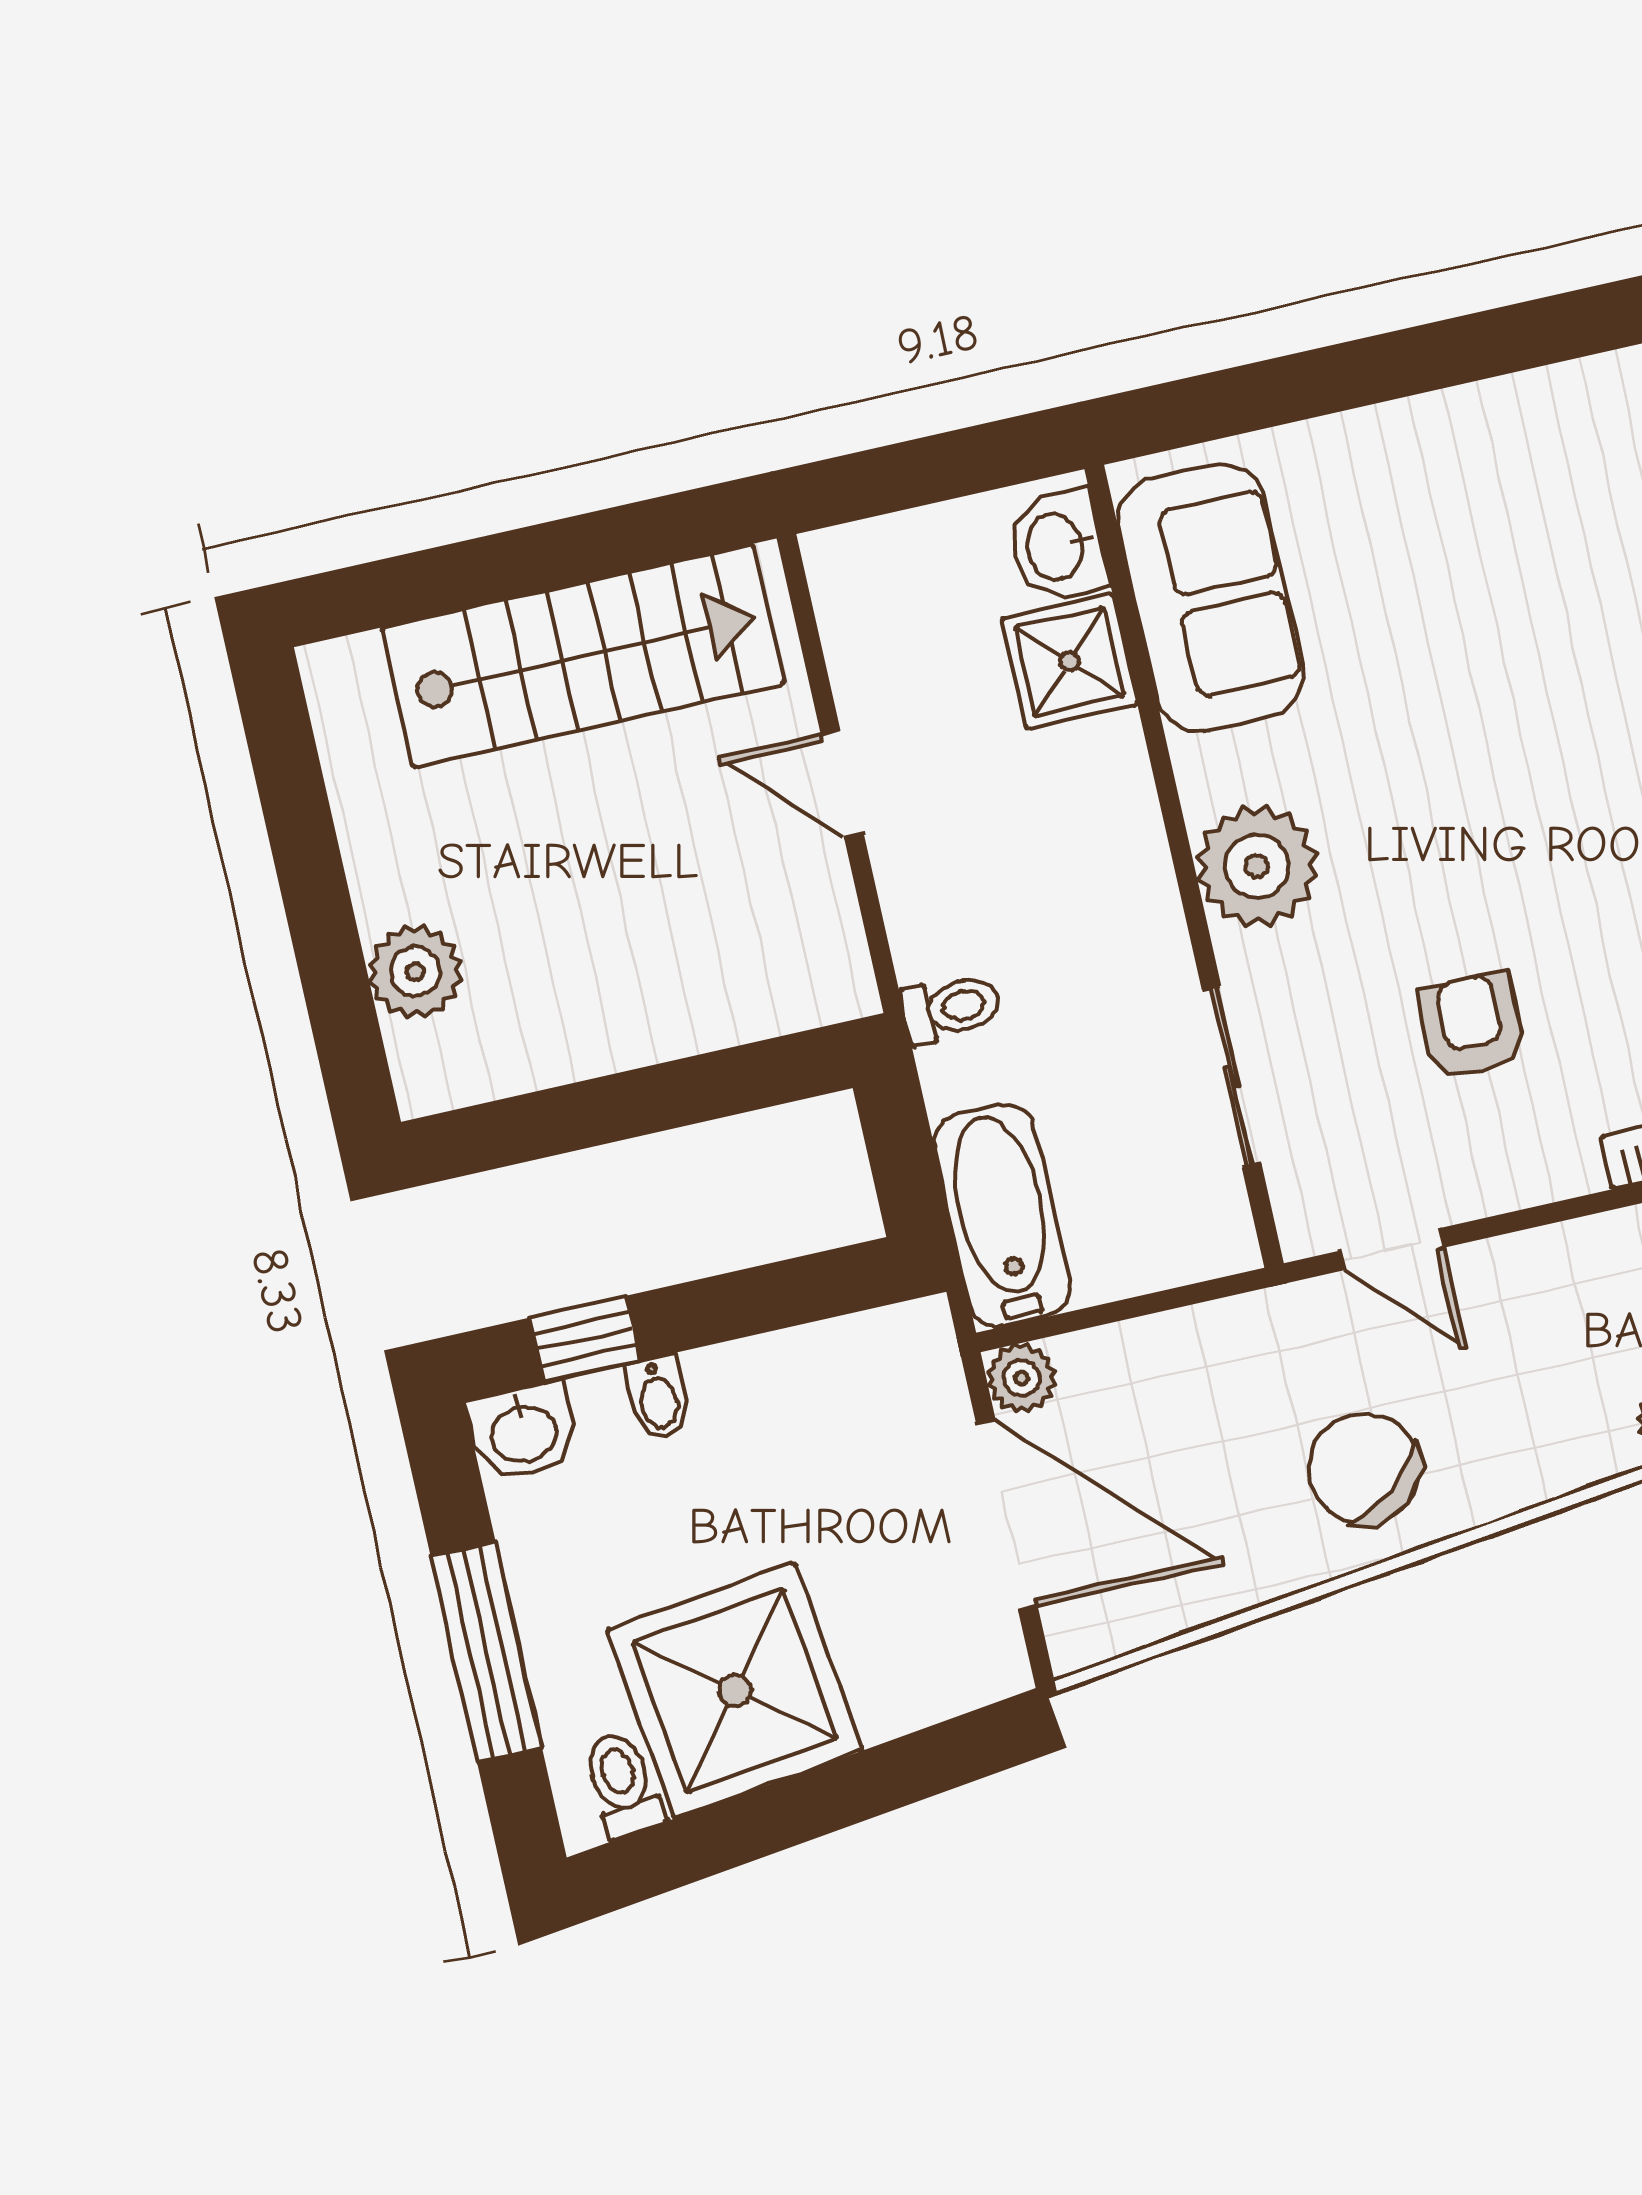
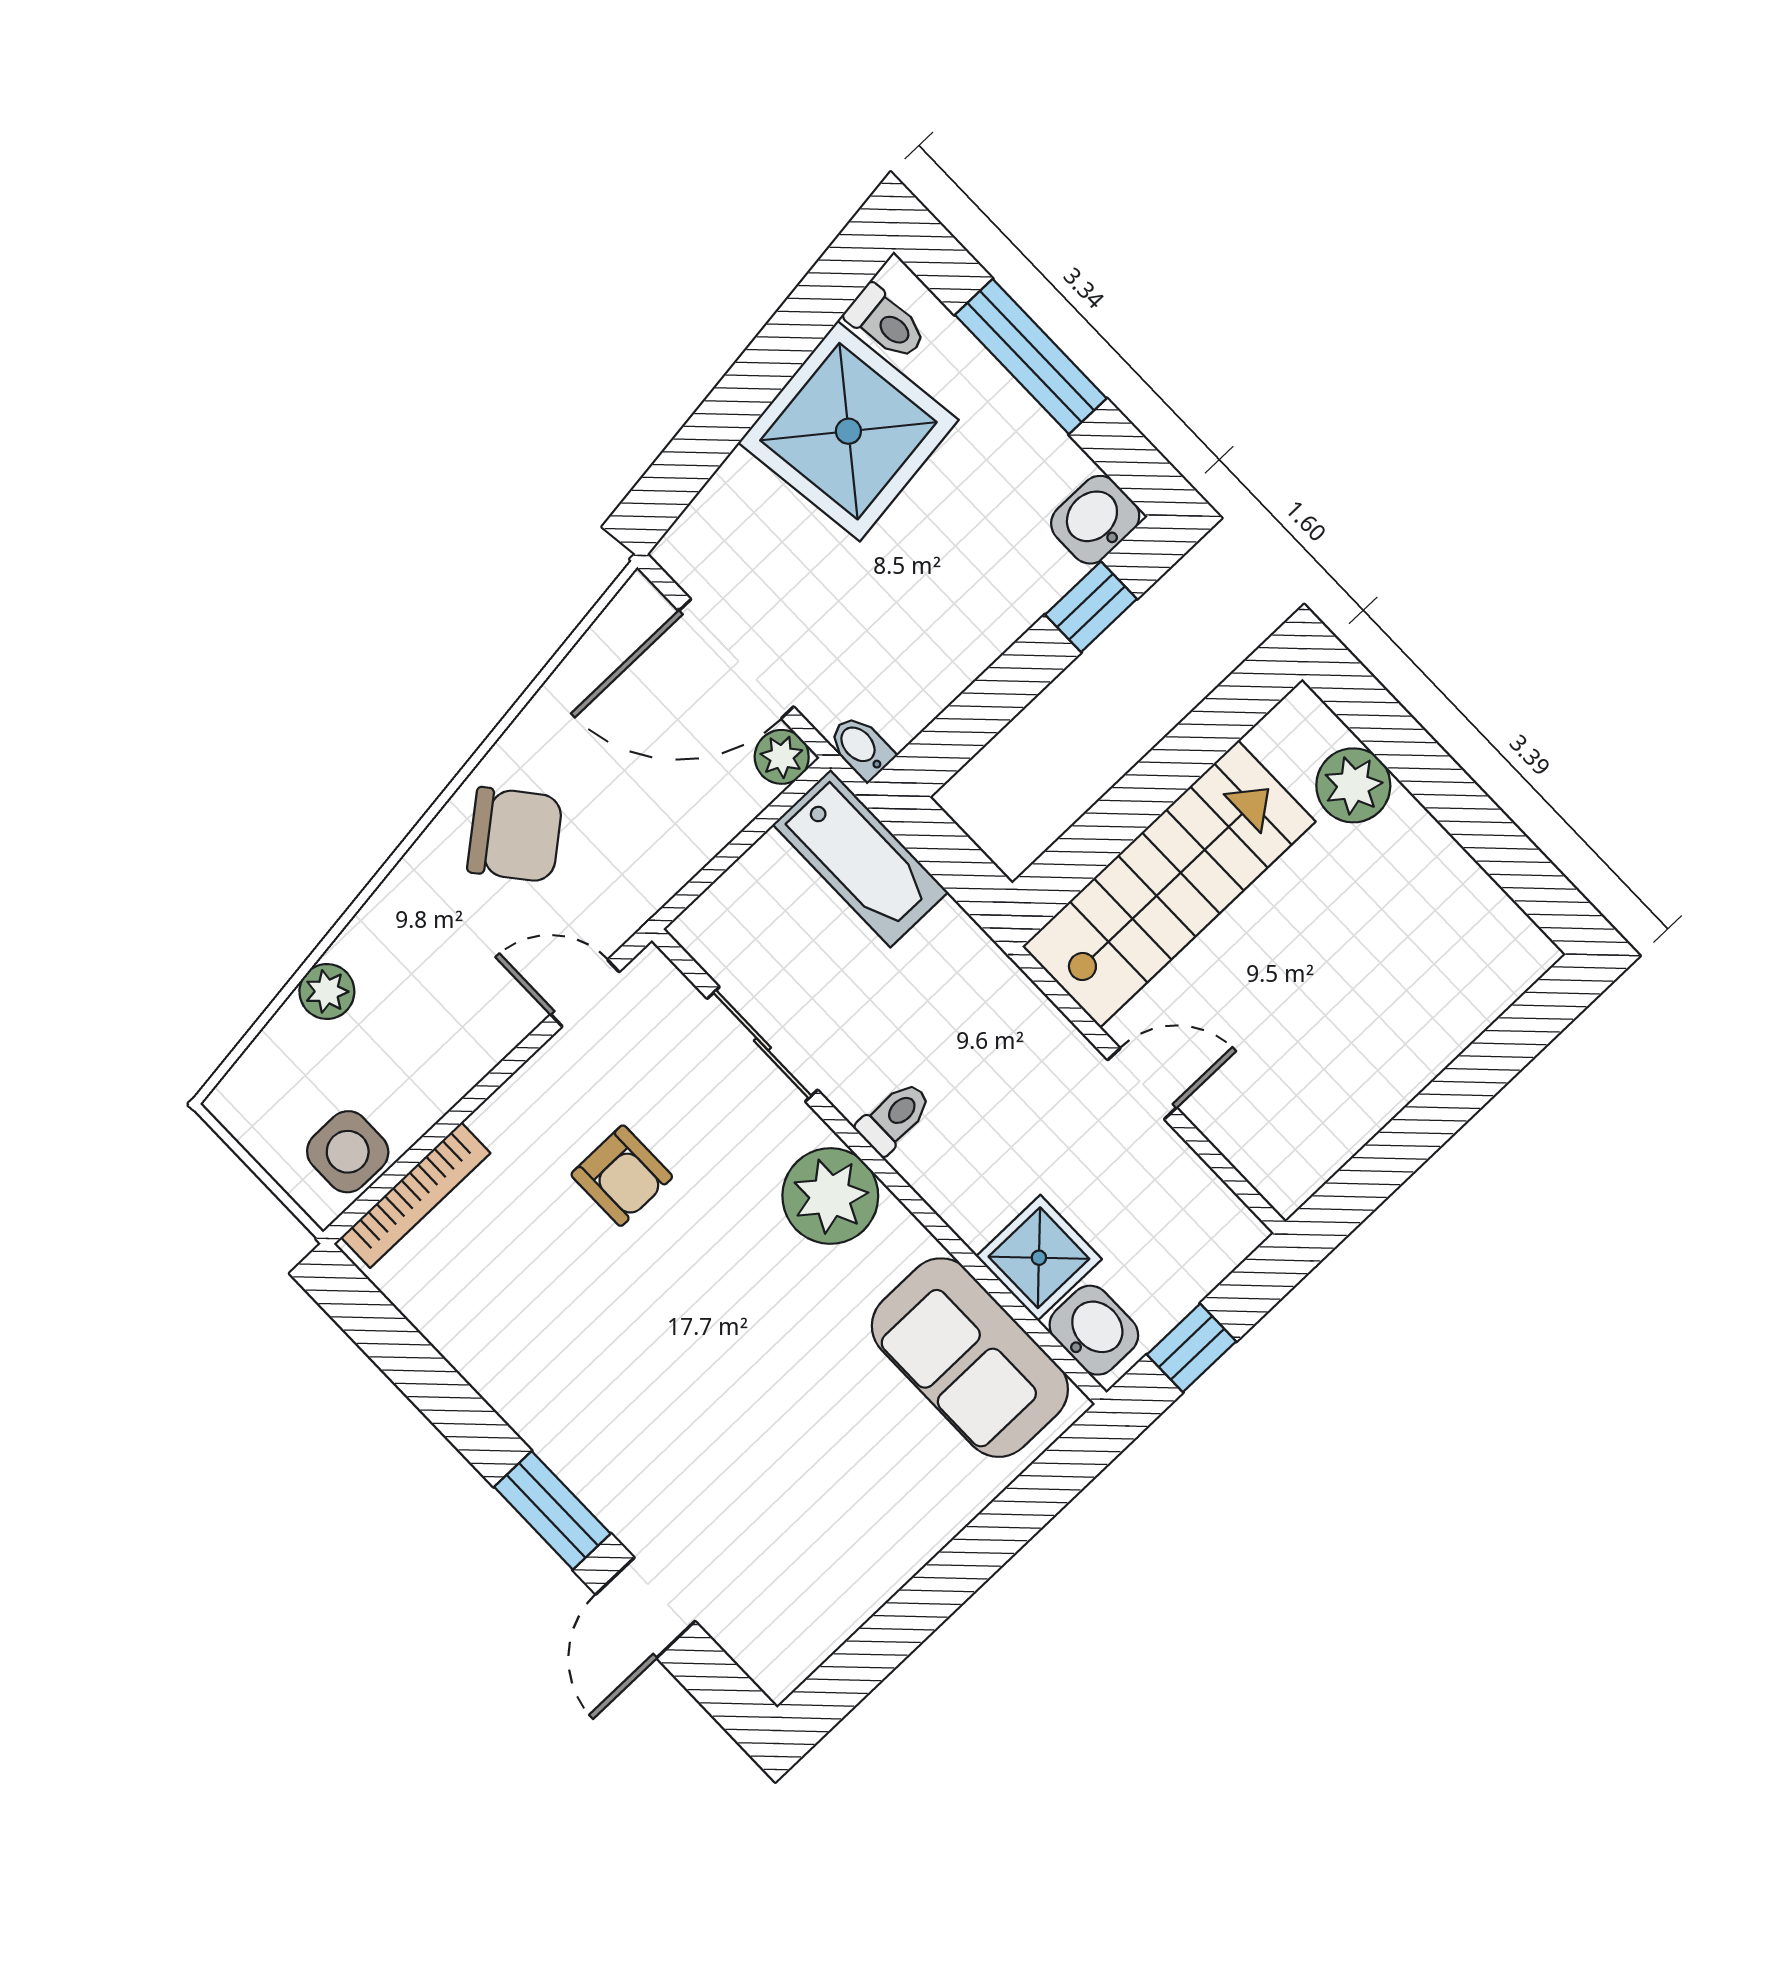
window: (962, 463) -> (1192, 1348), added
stairs: (583, 656) -> (1169, 884), moved, turned 180
toilet: (951, 1008) -> (894, 1118), moved, turned 180
bidet: (658, 1397) -> (861, 747), moved

